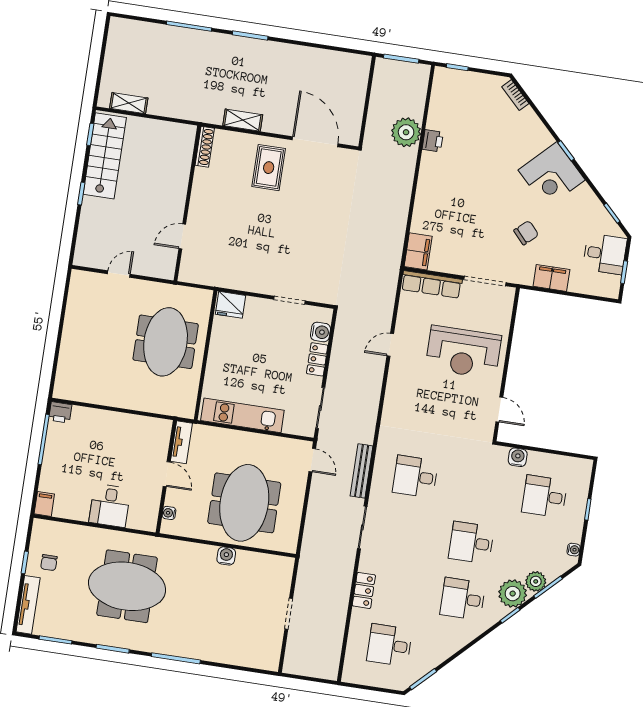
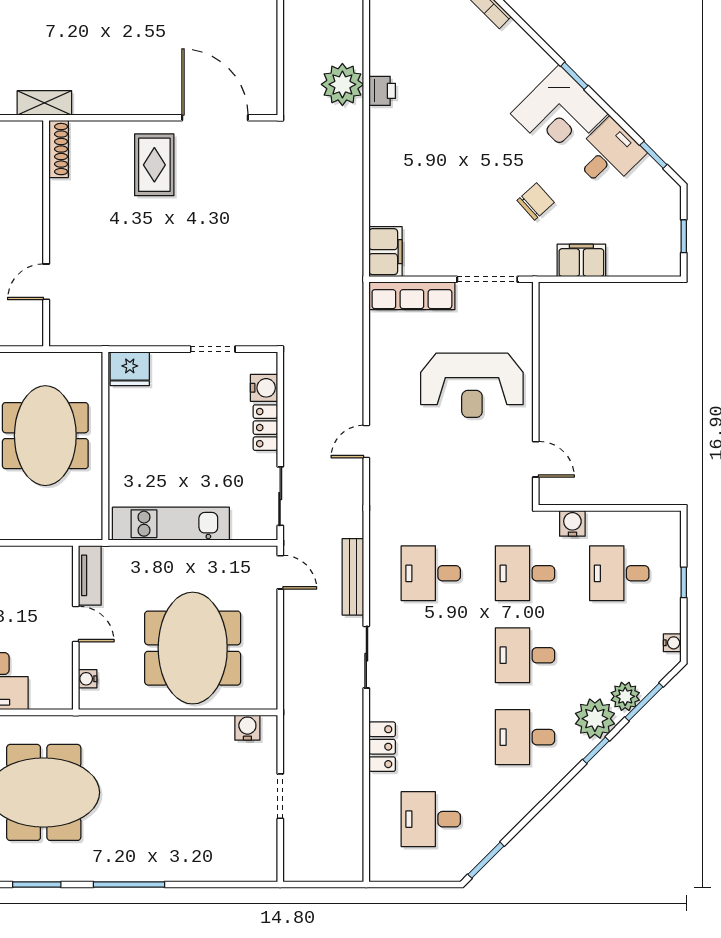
shelving: (243, 120) -> (44, 103), moved
desk: (605, 254) -> (608, 154), moved, turned -45
door: (390, 345) -> (366, 441), moved
desk: (480, 487) -> (525, 573), added
water cooler: (226, 556) -> (247, 728), moved

